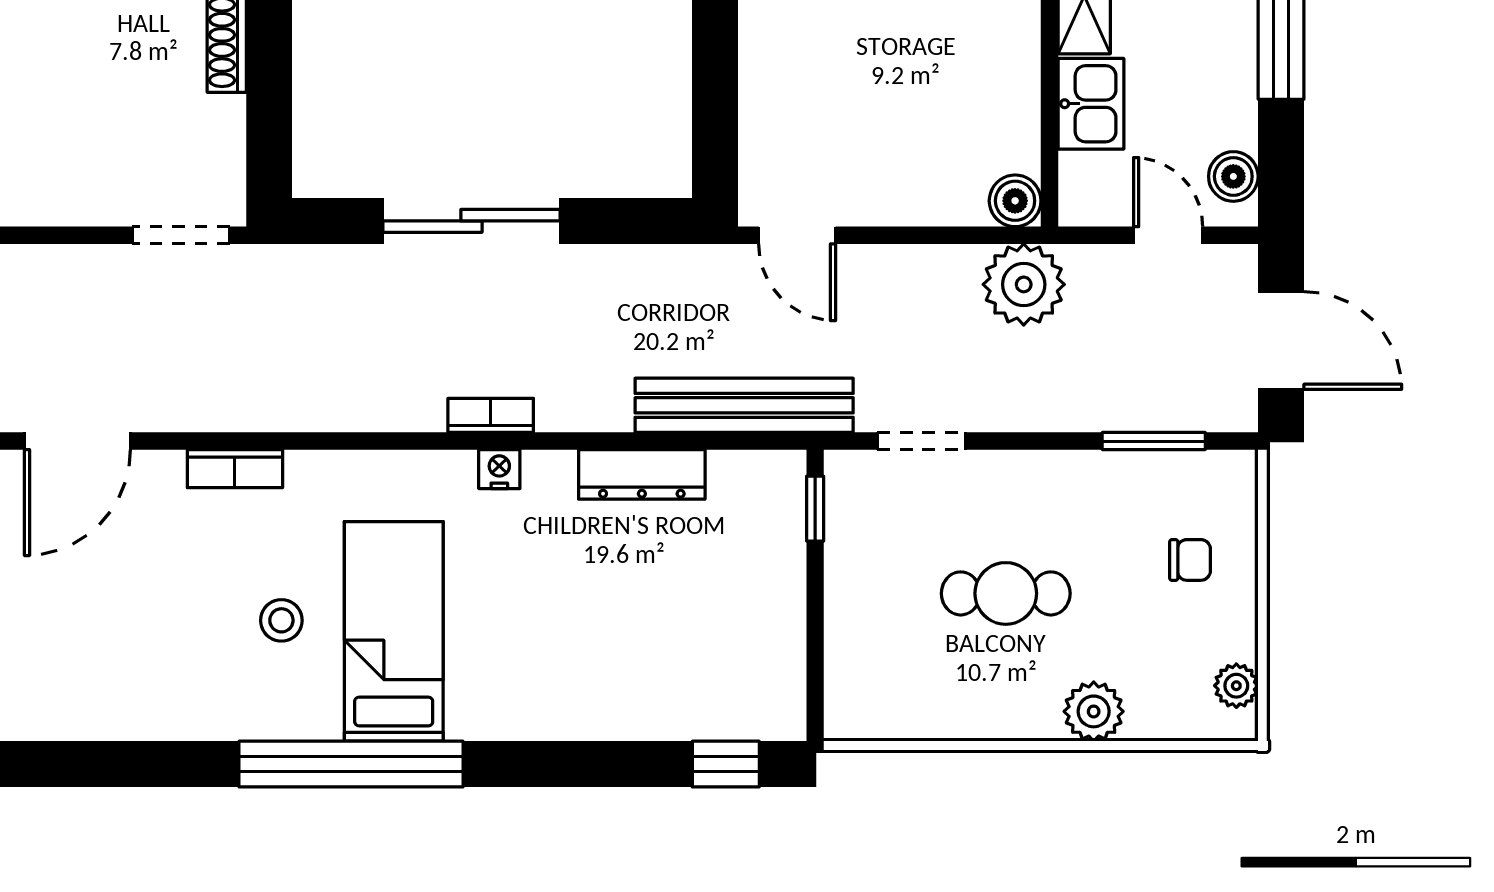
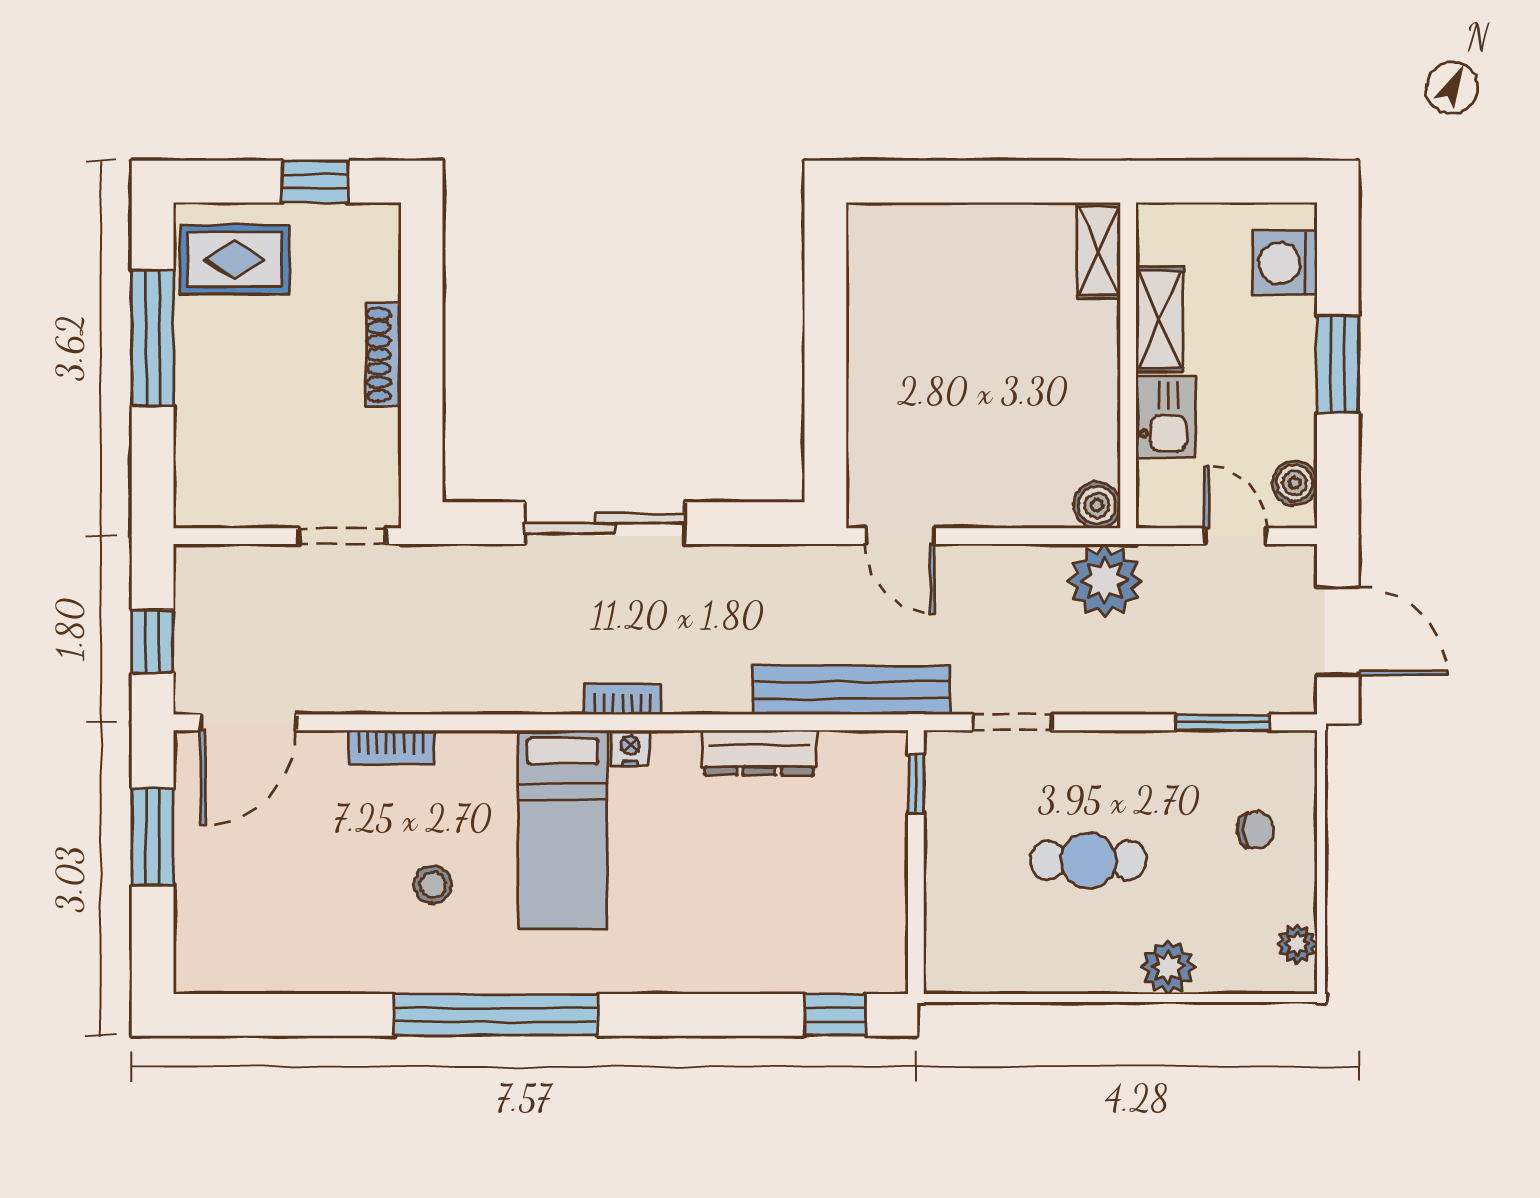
bed: (394, 631) -> (563, 830), moved, turned 180

